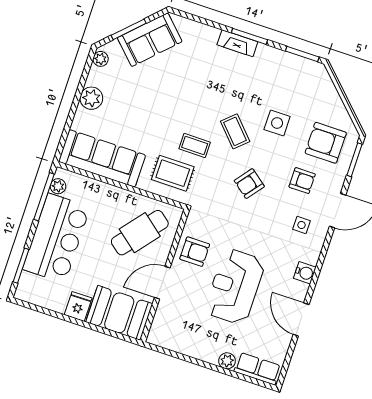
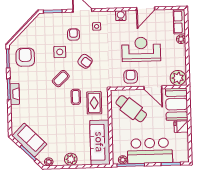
side table: (277, 123) -> (60, 52), moved
armchair: (326, 143) -> (25, 57), moved, turned 180
reception desk: (235, 287) -> (141, 49), turned 180
plant: (163, 331) -> (178, 78), added

